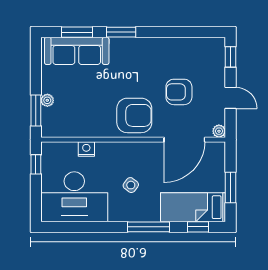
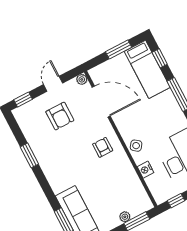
window: (121, 32) -> (29, 155), moved
armchair: (179, 92) -> (60, 116), moved
armchair: (134, 115) -> (103, 147), width x0.53, depth x0.53
side table: (131, 185) -> (136, 146), moved

